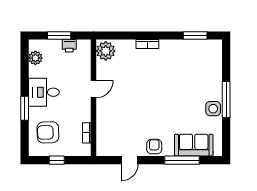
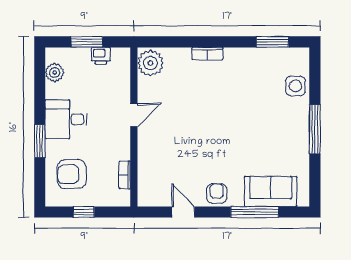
side table: (213, 109) -> (295, 86), moved
door: (130, 160) -> (183, 212), swing flipped

